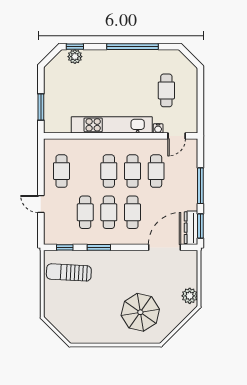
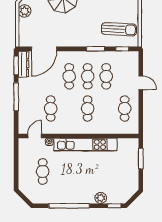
plant: (75, 57) -> (101, 198), moved
cafe table: (132, 171) -> (69, 108), removed

